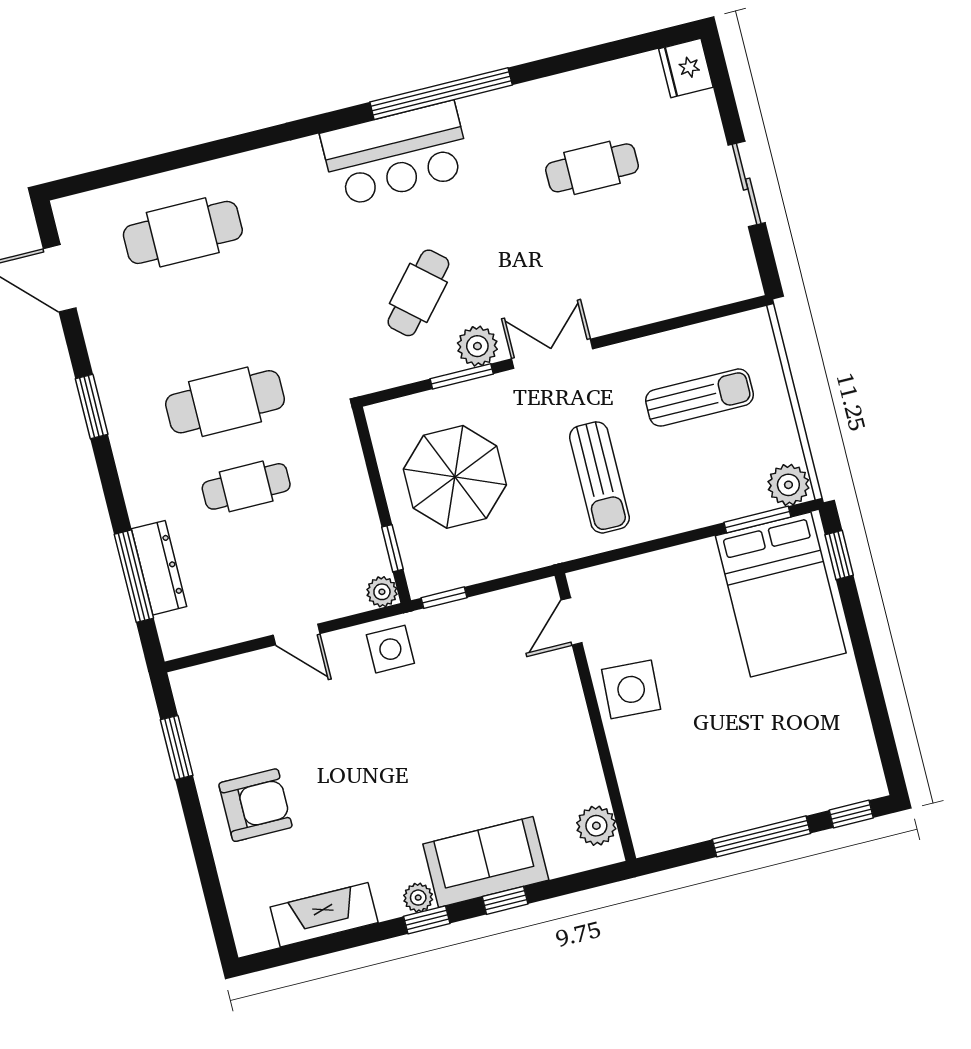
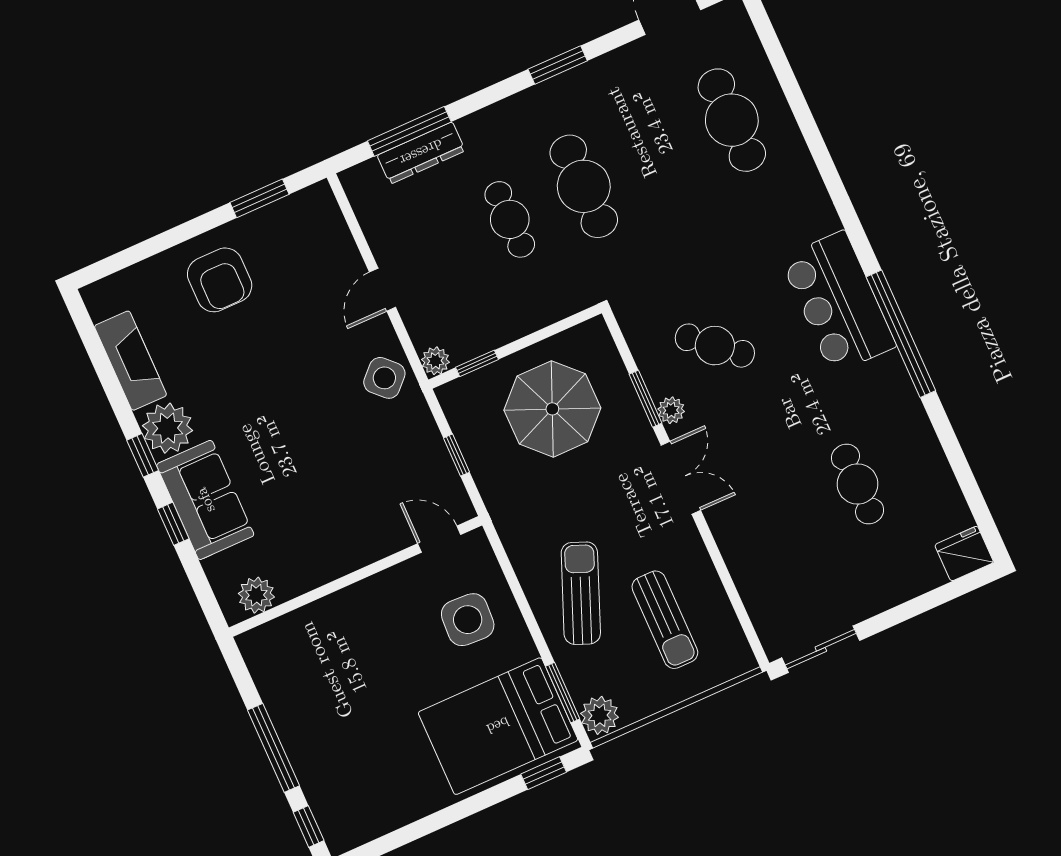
sliding door: (747, 184) -> (821, 649), moved
plant: (477, 346) -> (671, 410), width x0.73, depth x0.73
sun lounger: (599, 477) -> (581, 593), moved, turned 112
window: (444, 598) -> (456, 455), moved
side table: (390, 649) -> (384, 378), turned 45
side table: (631, 689) -> (468, 620), moved
plant: (418, 898) -> (168, 428), width x1.88, depth x1.88

